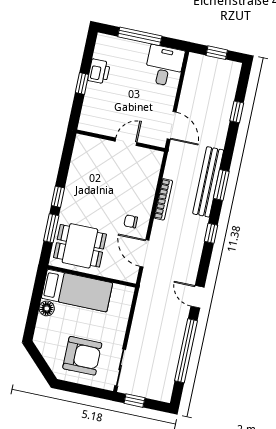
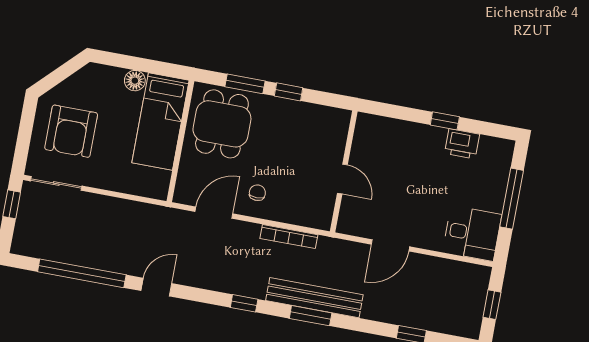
wall: (121, 141) -> (344, 171), moved
door: (126, 142) -> (342, 179), moved

